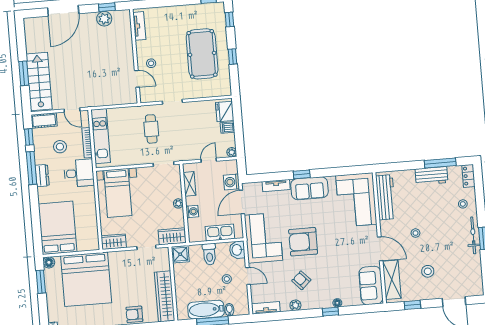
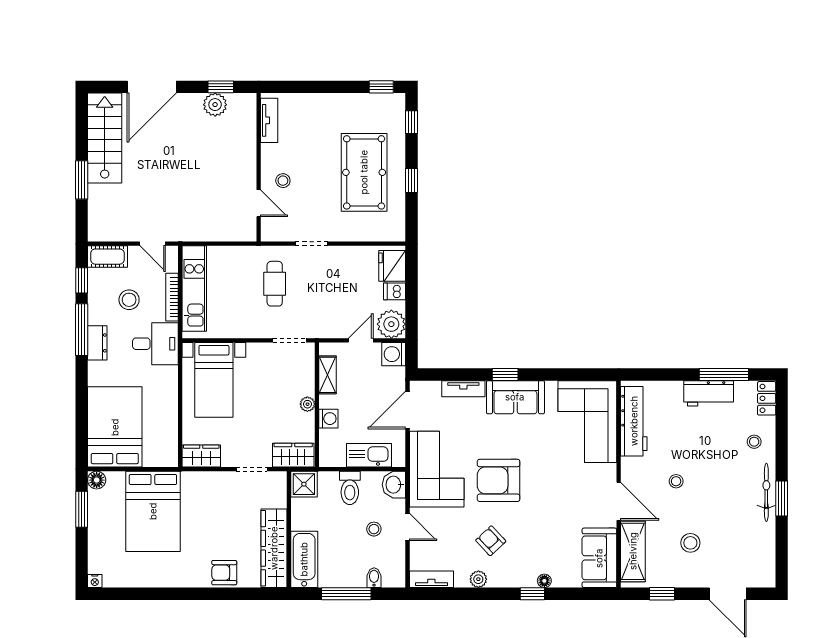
stairs: (39, 81) -> (105, 138), moved
plant: (232, 152) -> (391, 324), width x1.87, depth x1.87
washing machine: (231, 182) -> (394, 354), moved
bed: (86, 279) -> (153, 511), width x0.73
bathtub: (206, 310) -> (304, 559), moved, turned 90

